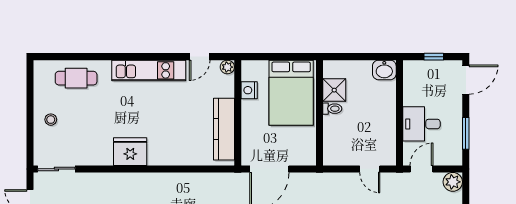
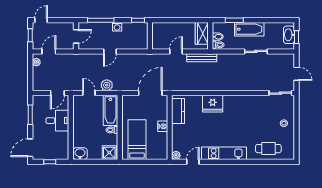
nightstand: (249, 90) -> (163, 126), moved
shower: (334, 90) -> (109, 153), moved
bed: (291, 93) -> (137, 140), width x0.67
kitchen counter: (224, 129) -> (178, 111), width x0.67
bathtub: (335, 141) -> (110, 110), added
fridge: (130, 152) -> (213, 104), moved
plant: (453, 182) -> (107, 85), moved

